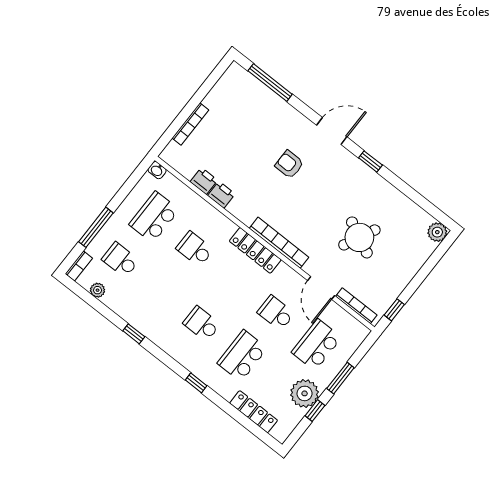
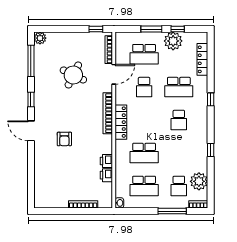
window: (270, 82) -> (31, 61), moved
school desk: (195, 249) -> (144, 153), width x1.85
plant: (98, 290) -> (199, 181), width x1.88, depth x1.88

